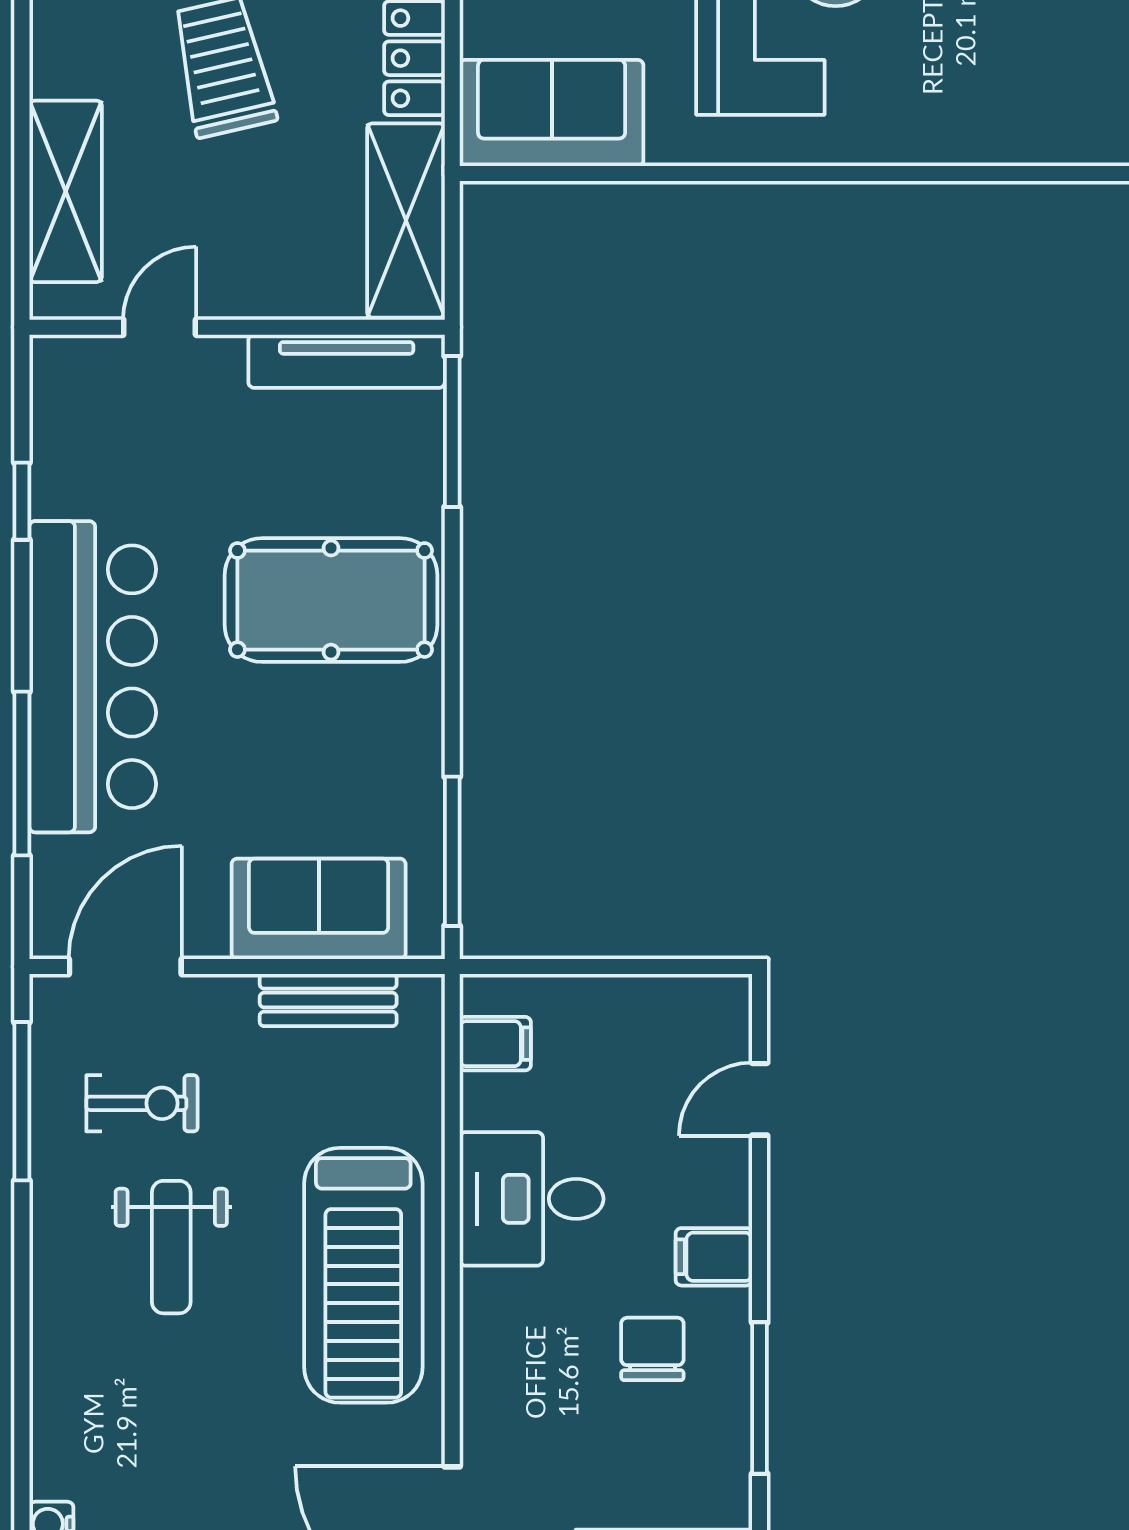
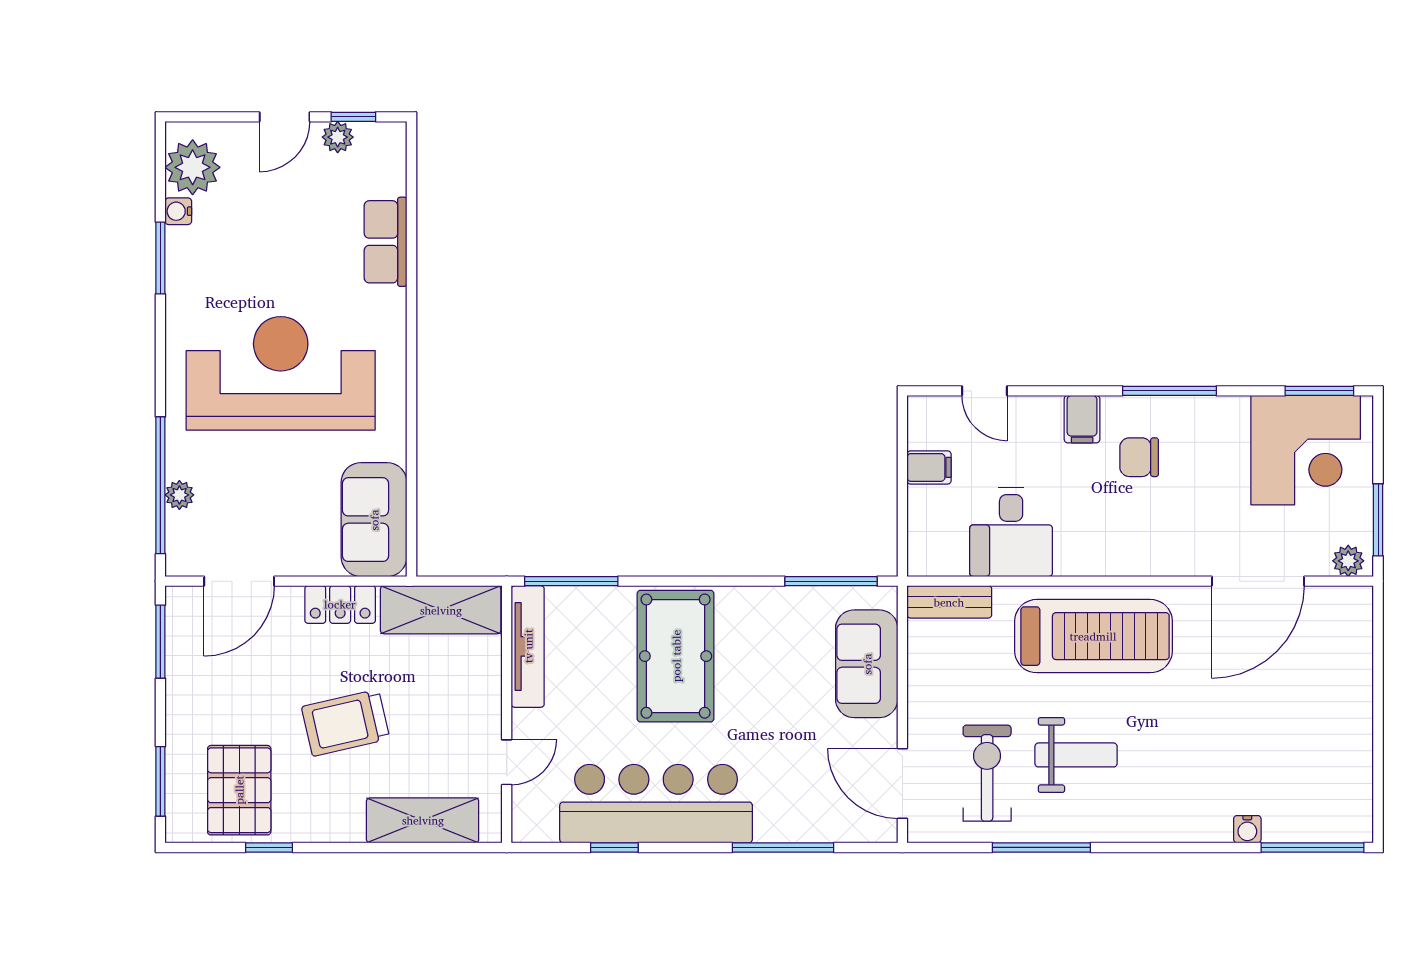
row of seats: (1000, 132) -> (386, 242), added
door: (160, 327) -> (507, 762), swing flipped
bar counter: (93, 677) -> (656, 804), moved
bench: (328, 1000) -> (949, 602), moved, turned 90
filing cabinet: (495, 1044) -> (929, 467), moved, turned 90
window: (22, 1101) -> (1041, 847), moved
exercise bike: (142, 1103) -> (987, 773), width x1.38, depth x1.39
desk: (532, 1199) -> (1011, 532), moved

